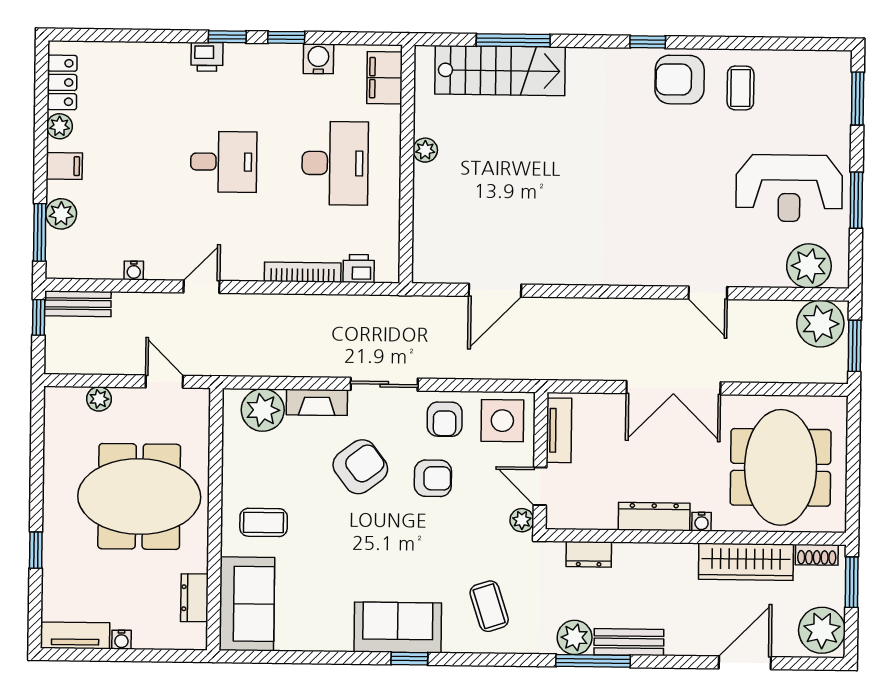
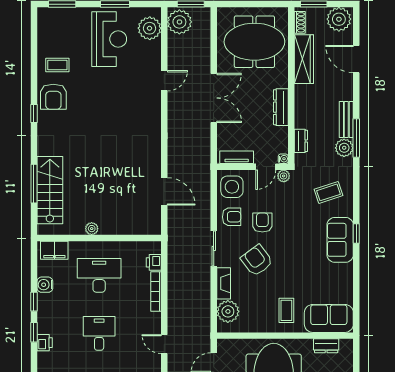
water cooler: (702, 522) -> (283, 159), moved

